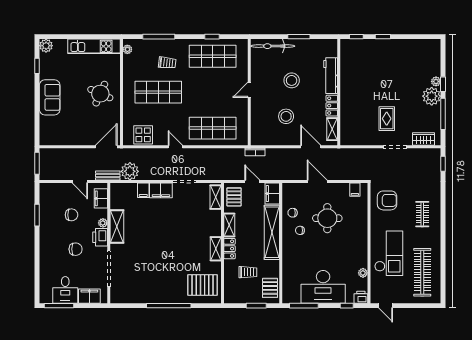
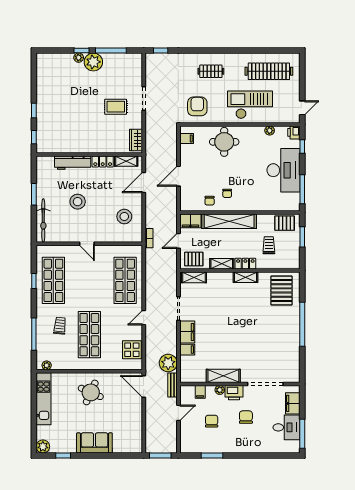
stool: (286, 116) -> (124, 217), moved
wardrobe: (424, 139) -> (136, 140), moved
filing cabinet: (101, 198) -> (200, 392), width x0.50
round table: (327, 218) -> (224, 142), moved

